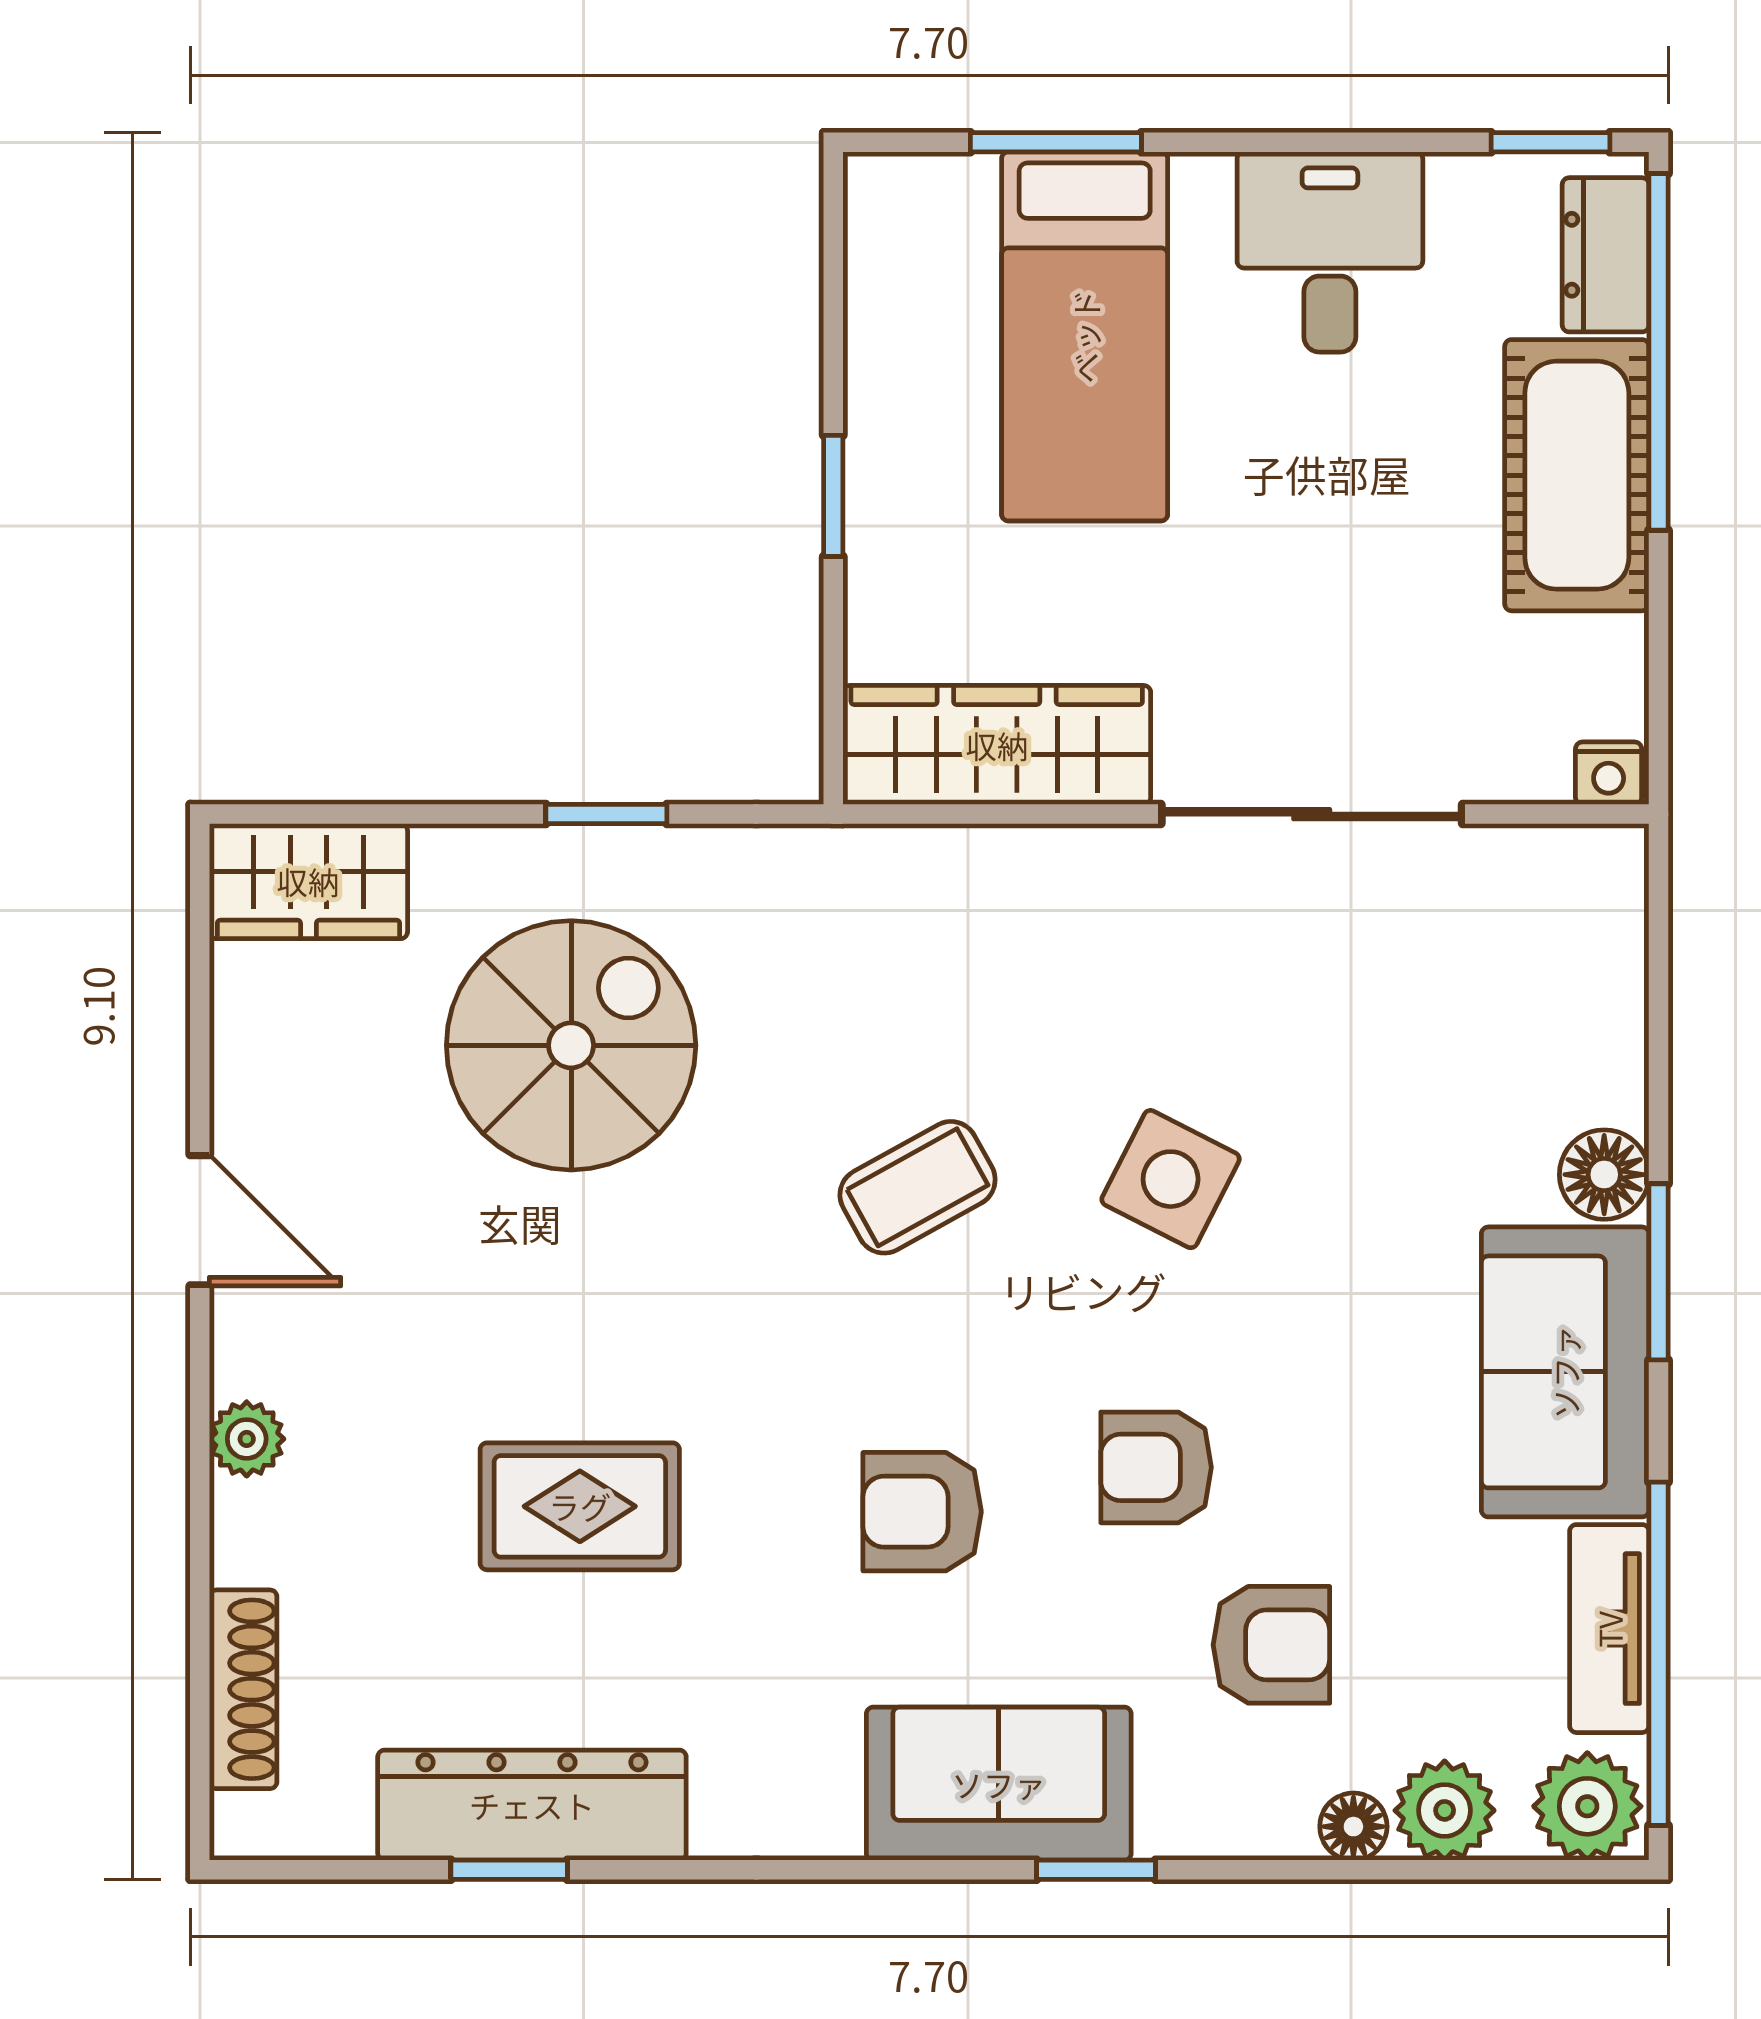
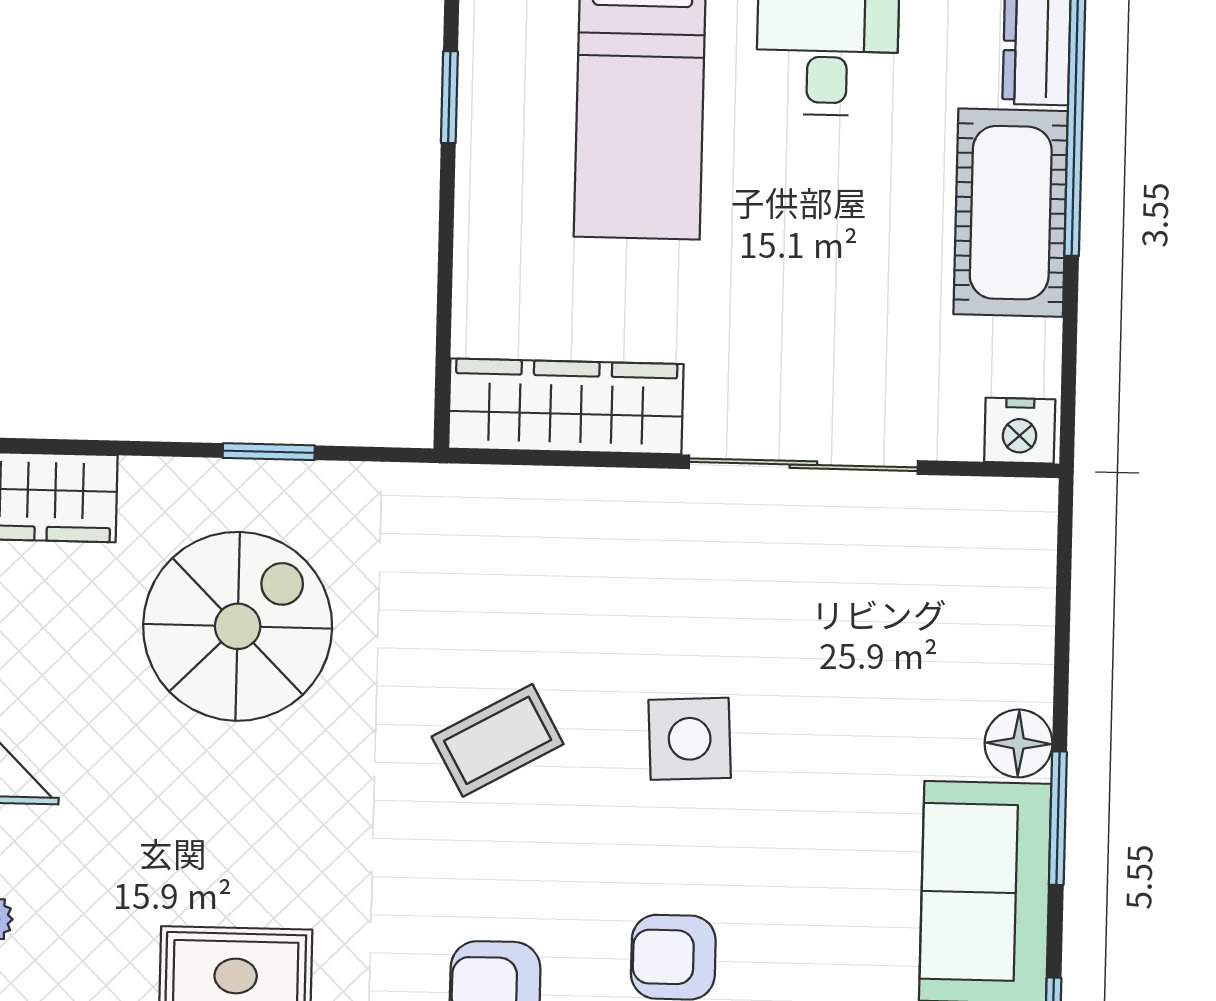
window: (833, 496) -> (449, 97), moved
nightstand: (1609, 773) -> (1020, 431), width x1.39, depth x1.35
side table: (1171, 1179) -> (690, 739), turned -30

